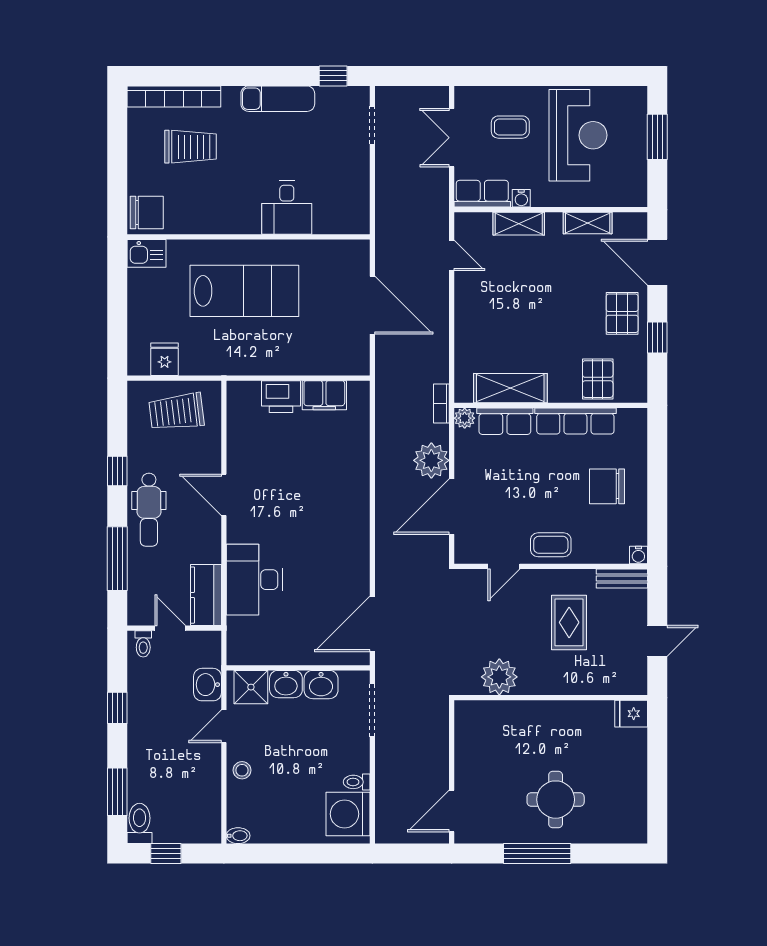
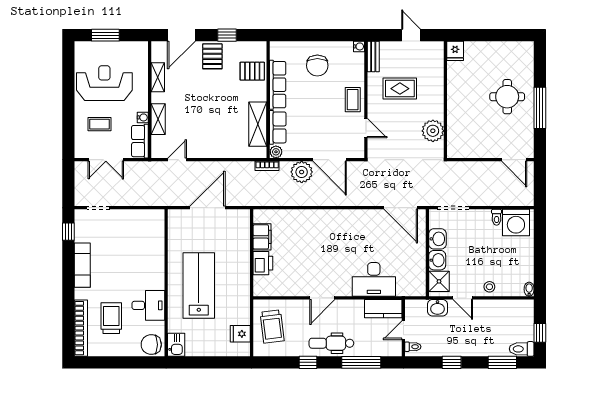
coffee table: (510, 127) -> (99, 124), turned 90
desk: (287, 208) -> (148, 305), moved
chair: (147, 212) -> (151, 345), turned -90
pallet: (622, 313) -> (212, 56), turned 90
dental chair: (149, 510) -> (331, 343), turned 180

